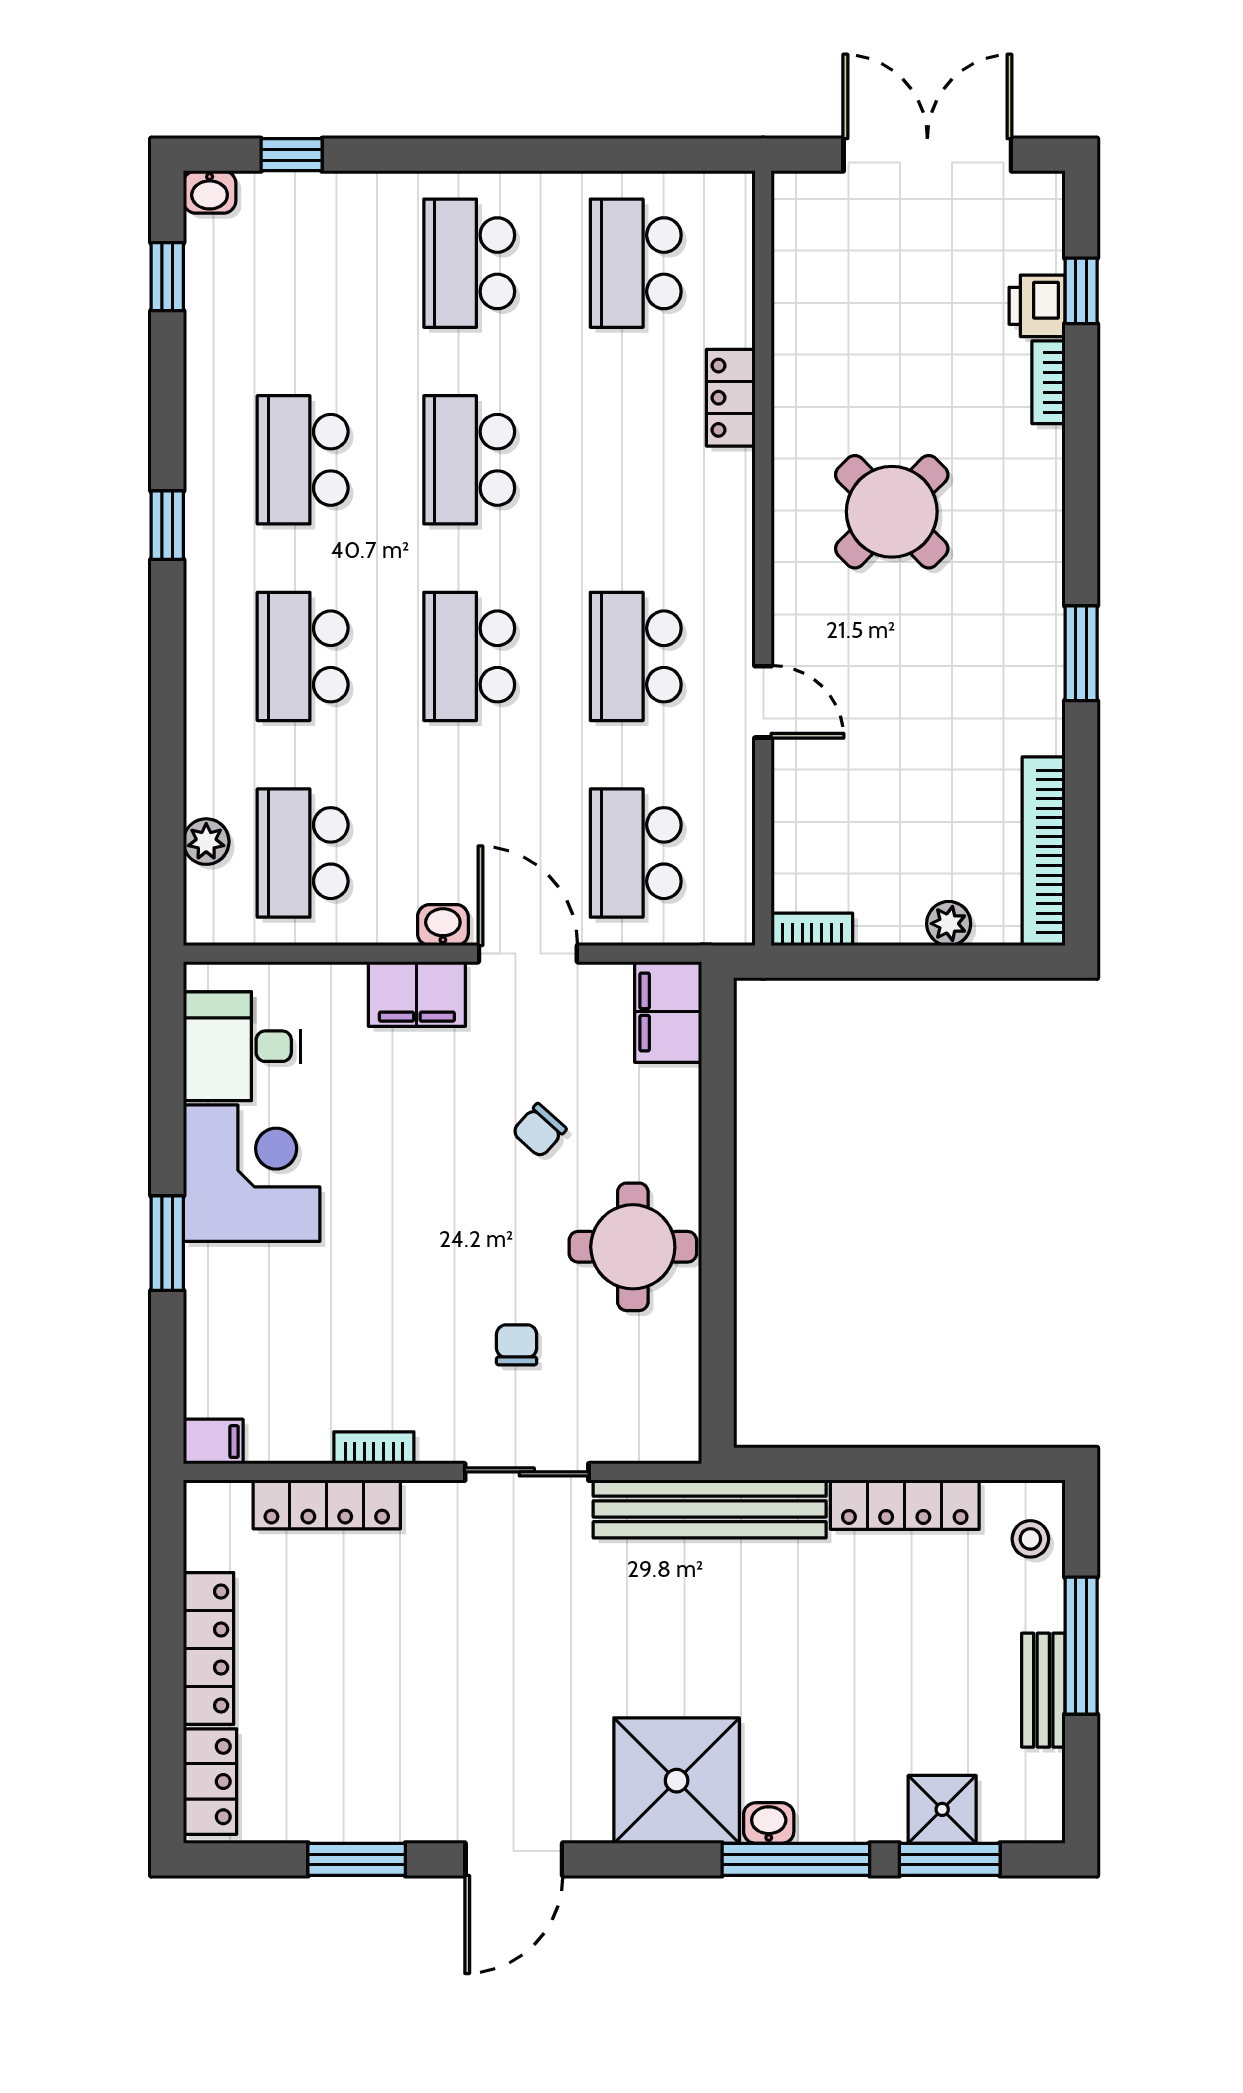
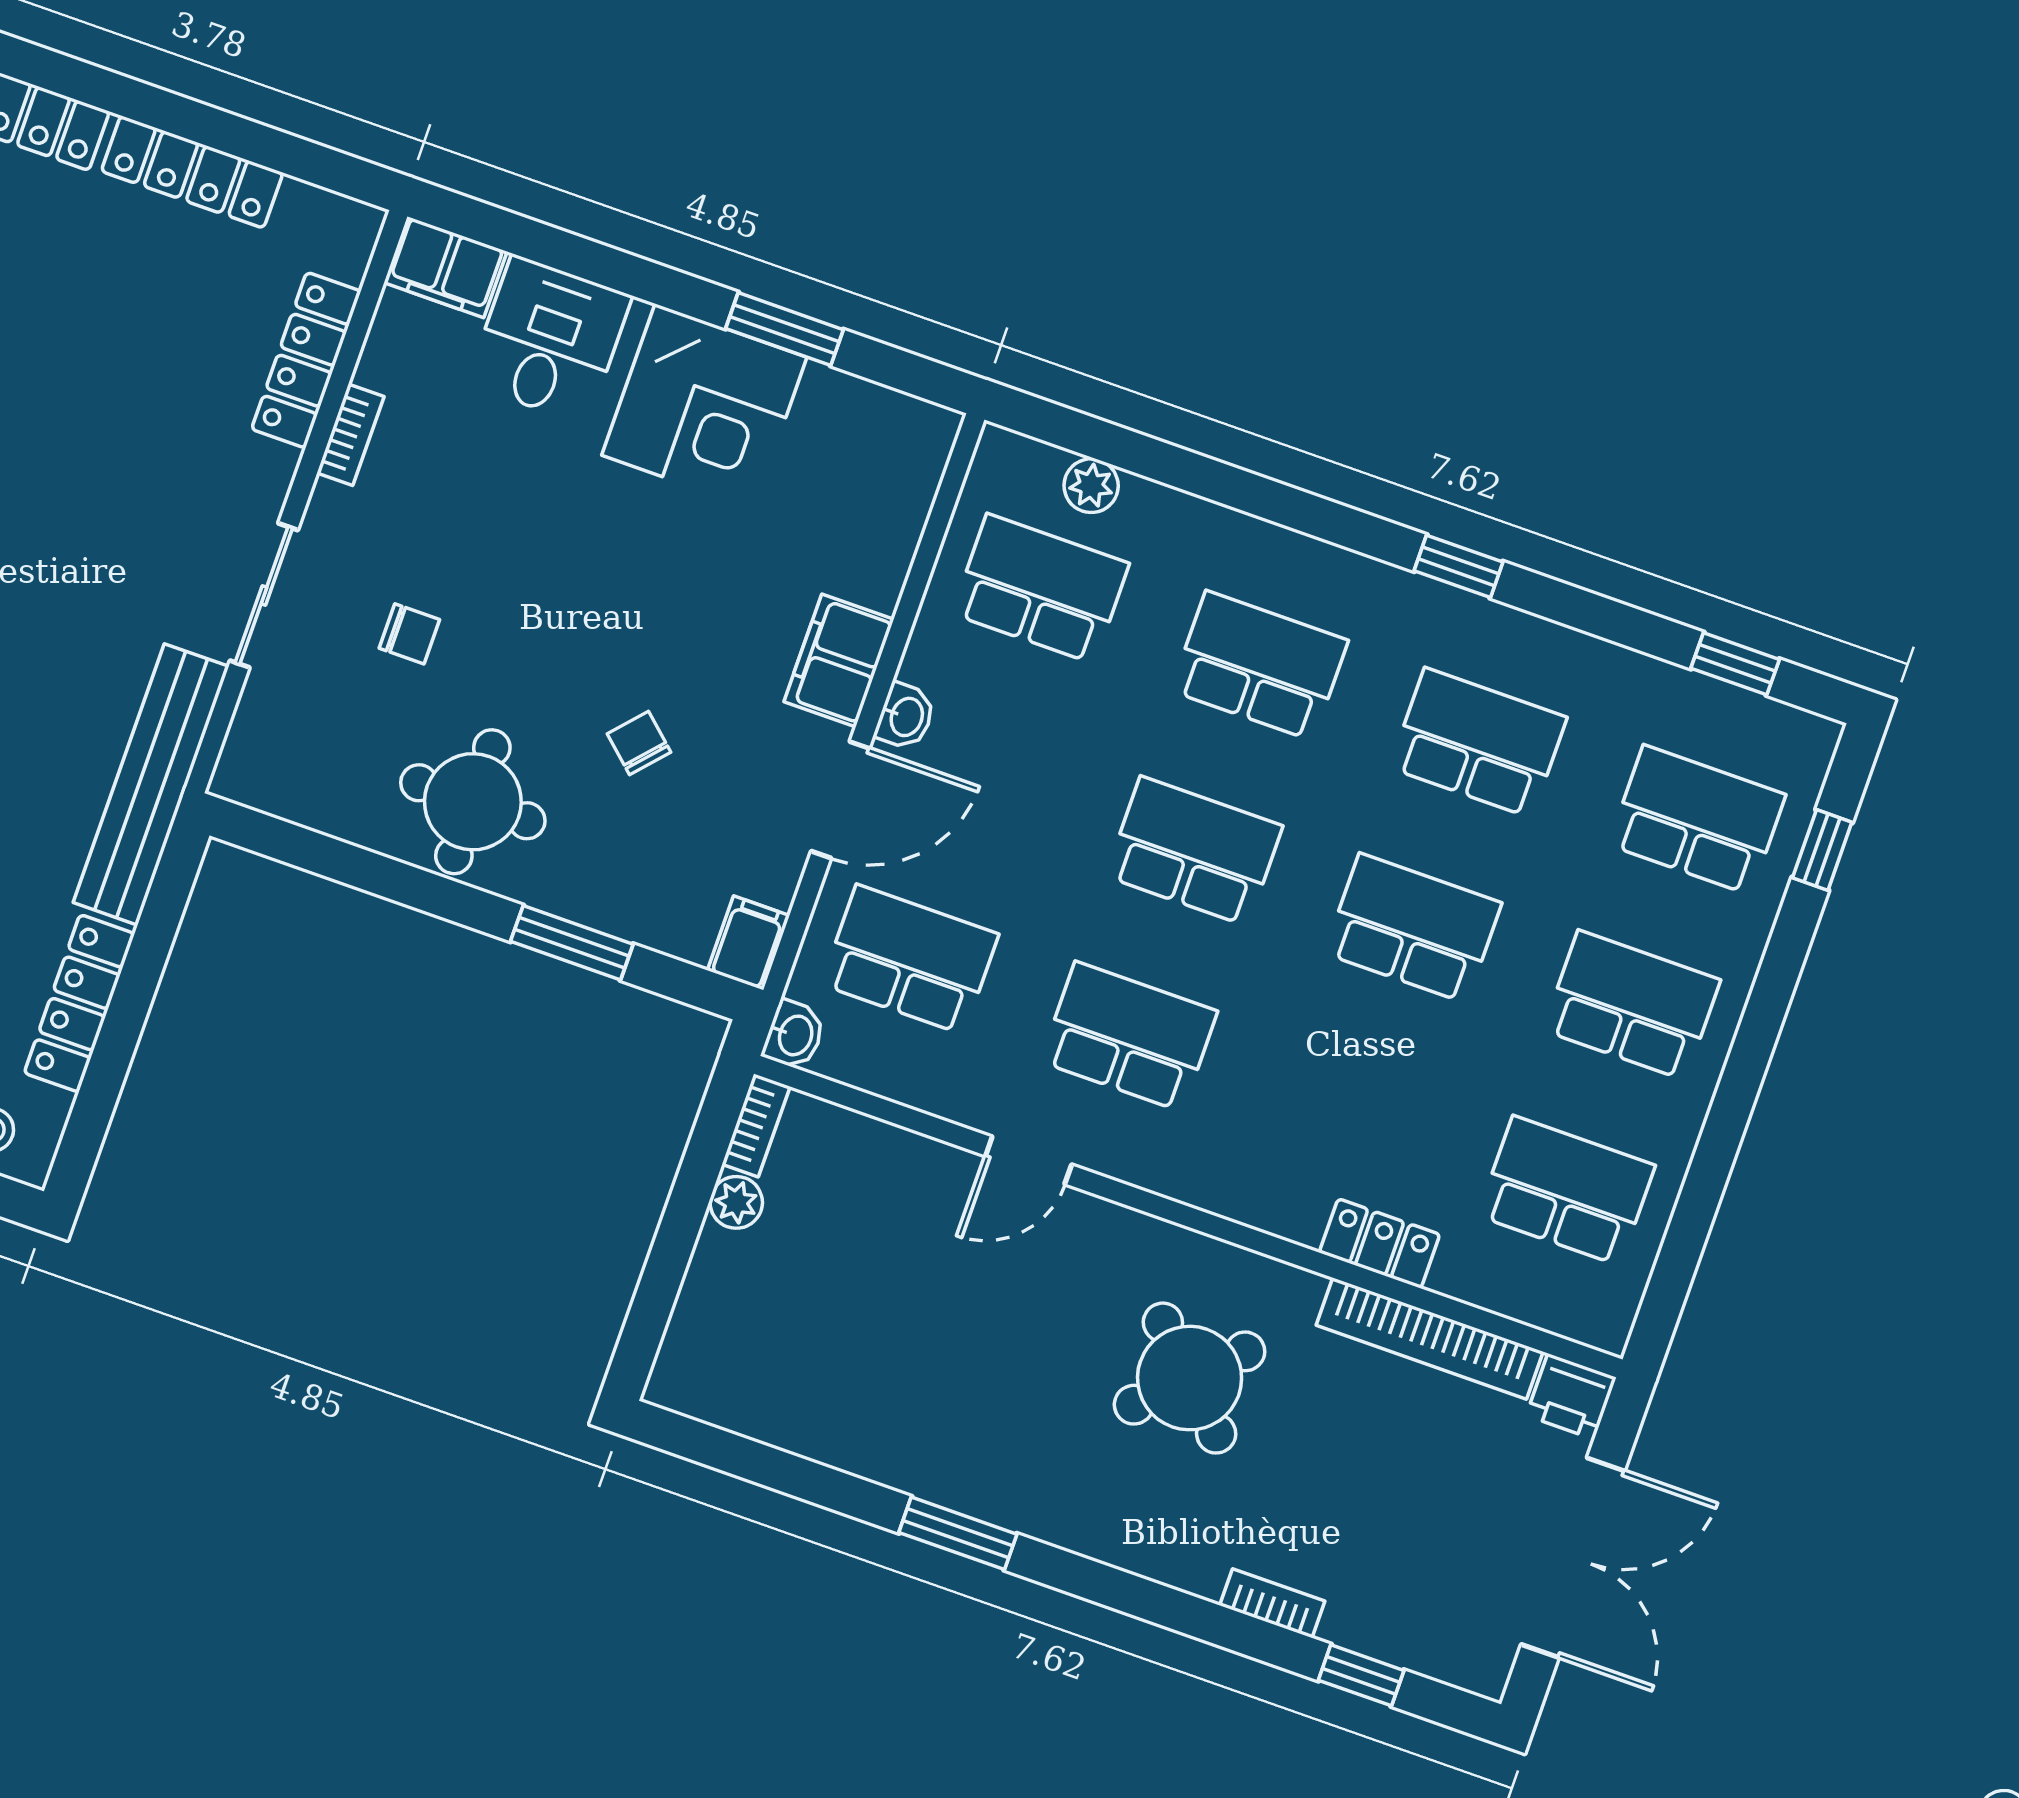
washbasin: (210, 192) -> (794, 1035), moved, turned 180
school desk: (303, 263) -> (1697, 820), added
printer: (1037, 306) -> (1571, 1397), moved, turned 180
bookcase: (1044, 851) -> (1430, 1338), moved, turned 180
plant: (949, 924) -> (736, 1202), moved
filing cabinet: (668, 1012) -> (748, 943), width x0.50
desk: (242, 1046) -> (549, 340), moved
window: (718, 1128) -> (572, 943), added
window: (167, 1243) -> (784, 329), moved
filing cabinet: (213, 1442) -> (446, 267), width x2.00

